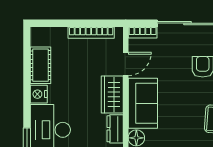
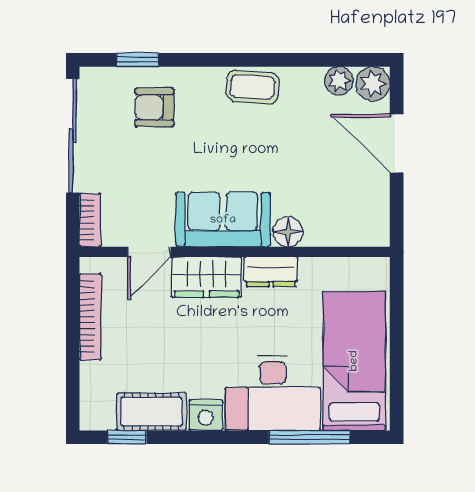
window: (27, 52) -> (127, 437), added
door: (126, 64) -> (149, 252), swing flipped

